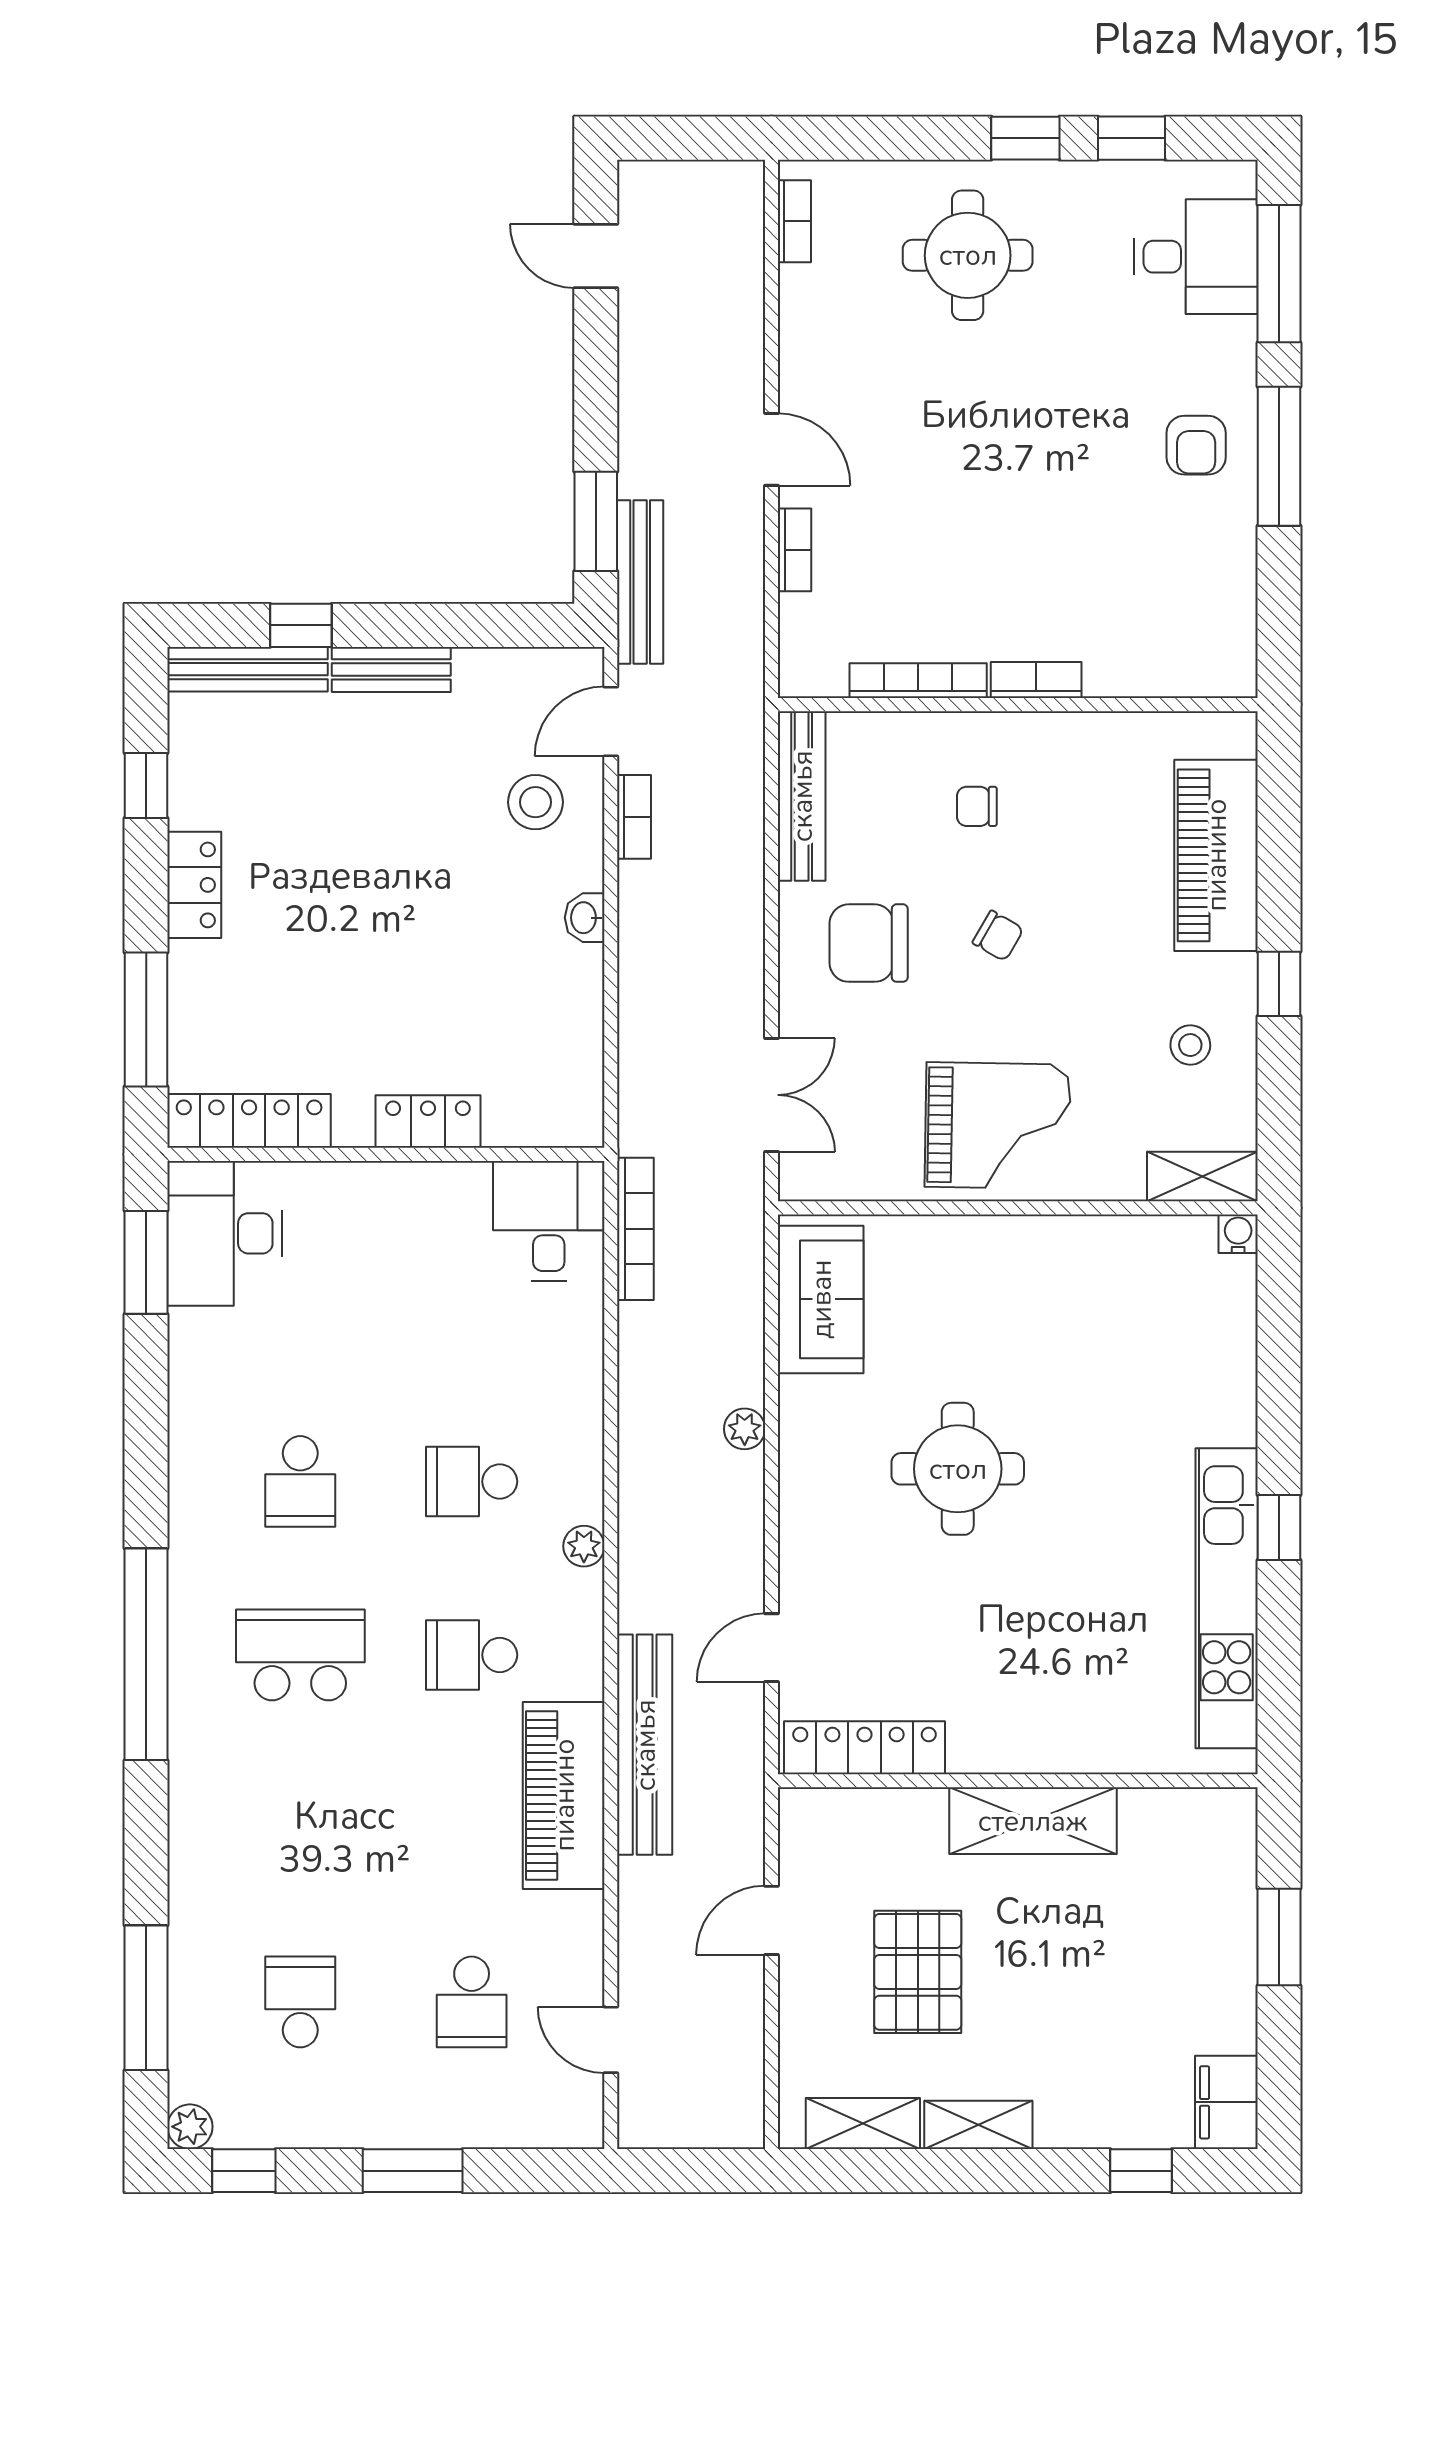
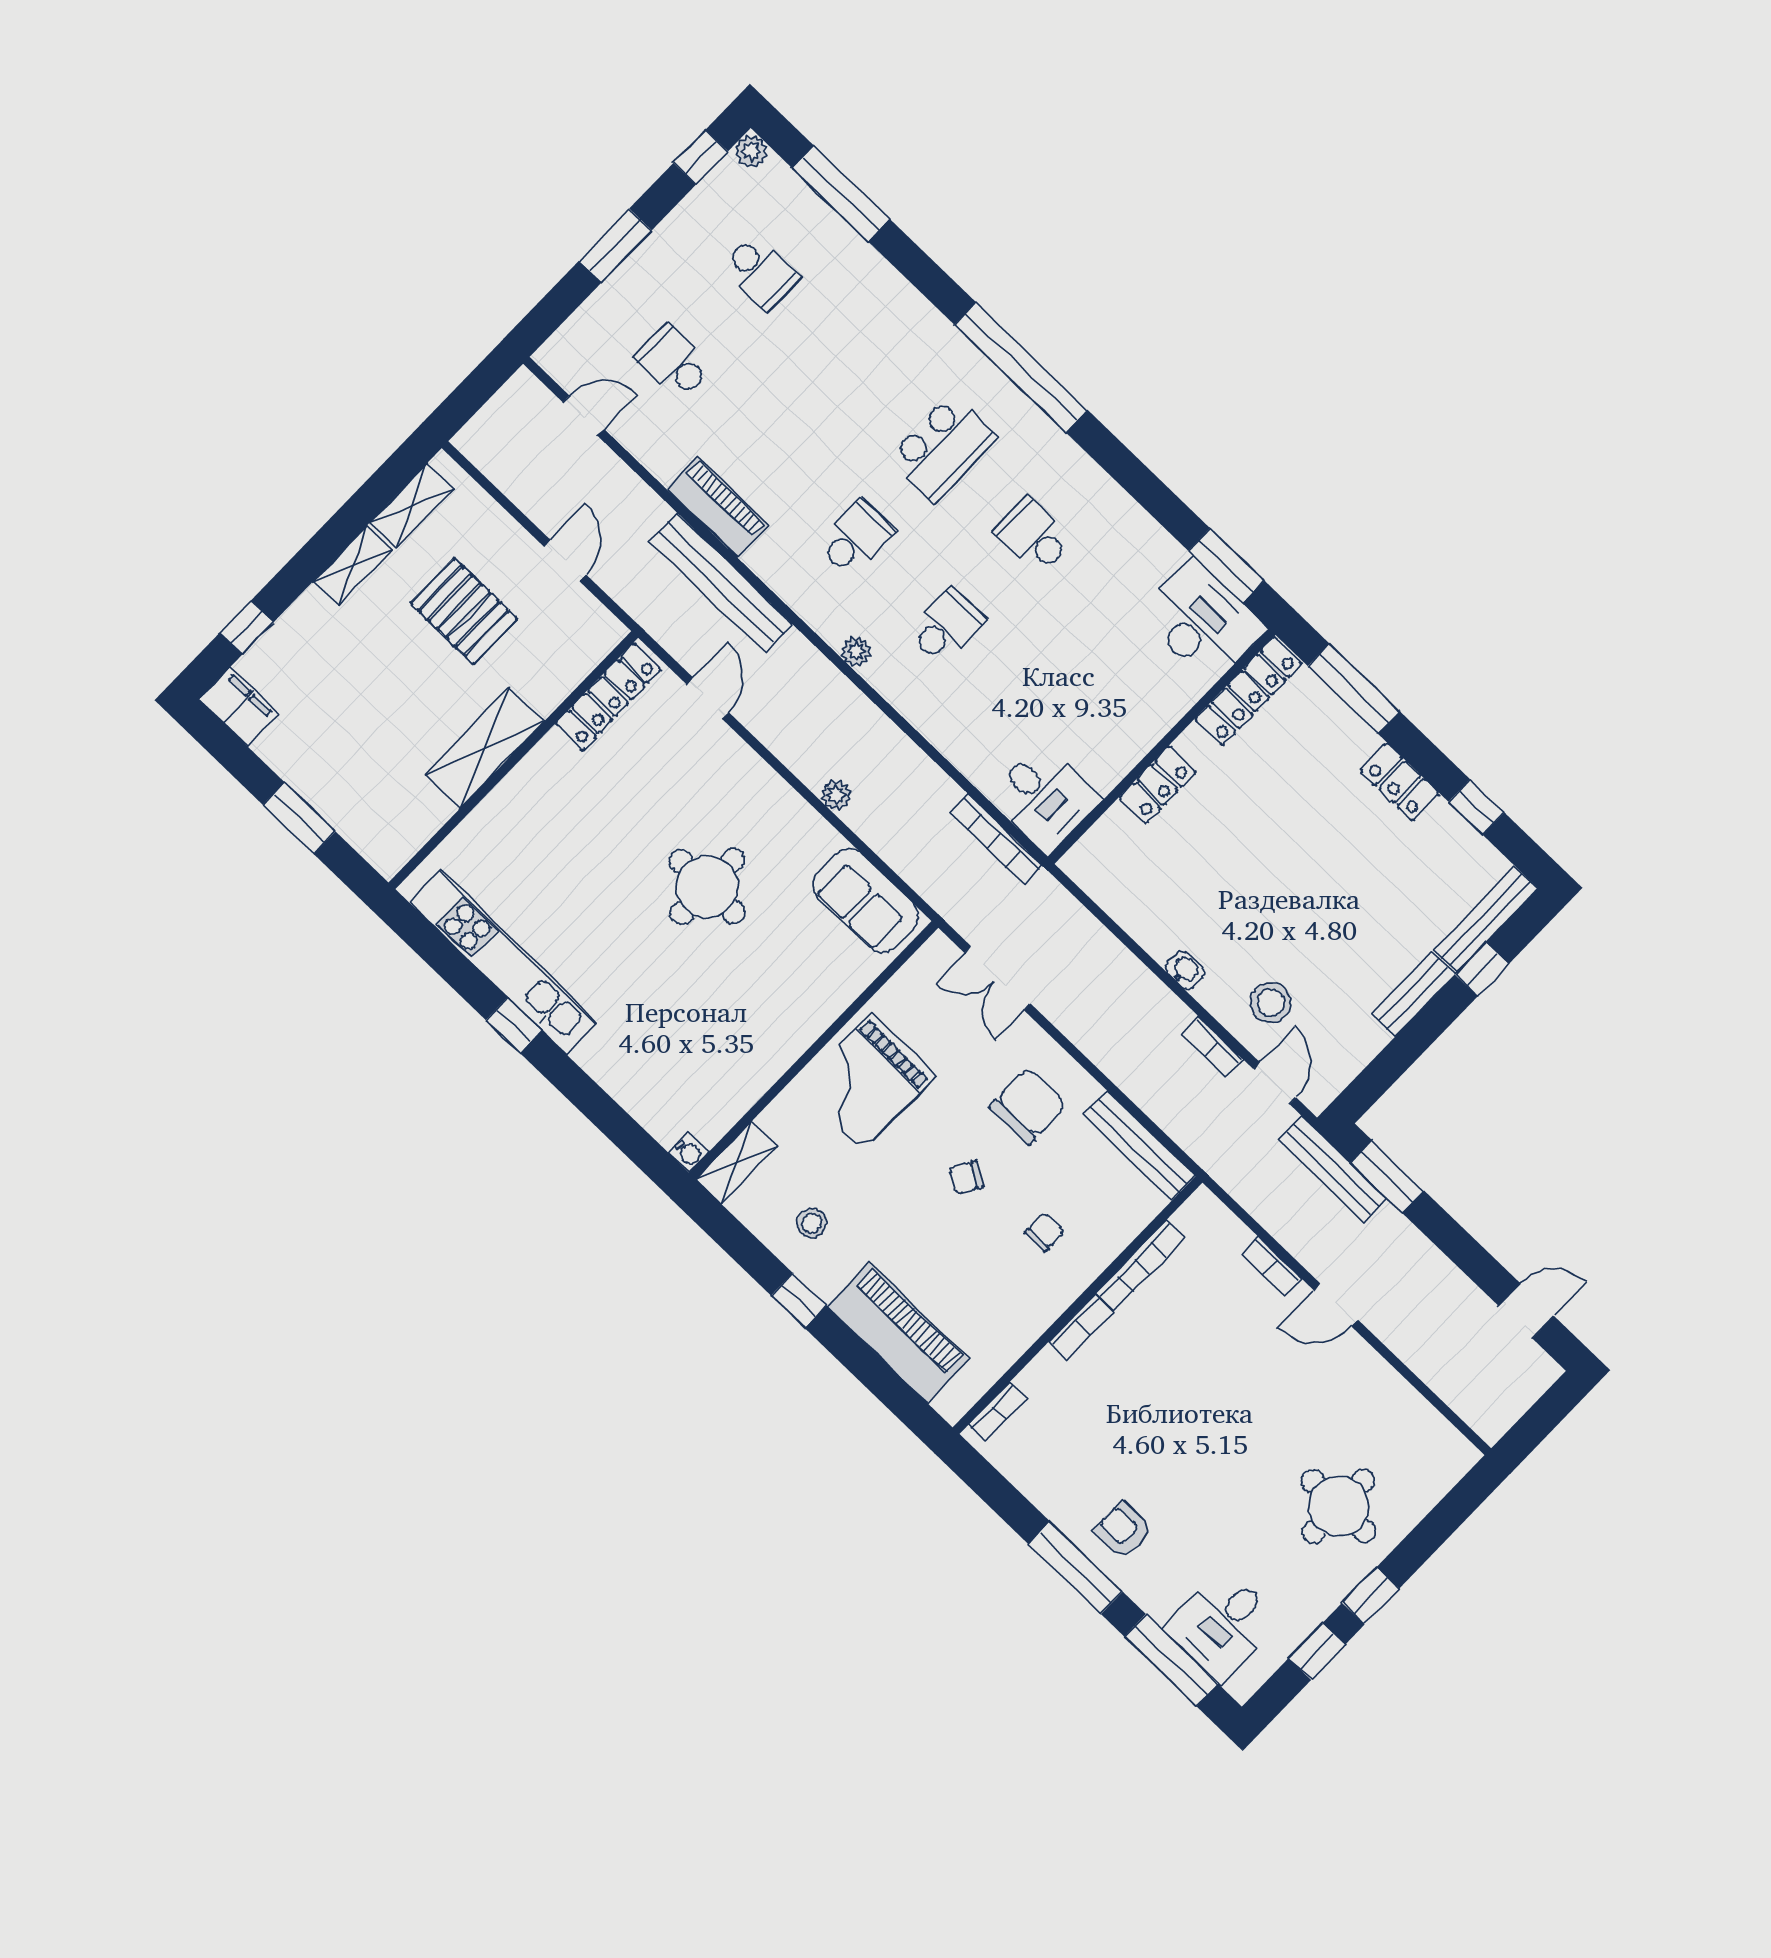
bookcase: (794, 221) -> (998, 1412), moved, turned -90
piano: (564, 1795) -> (717, 507), width x0.73, depth x0.75

